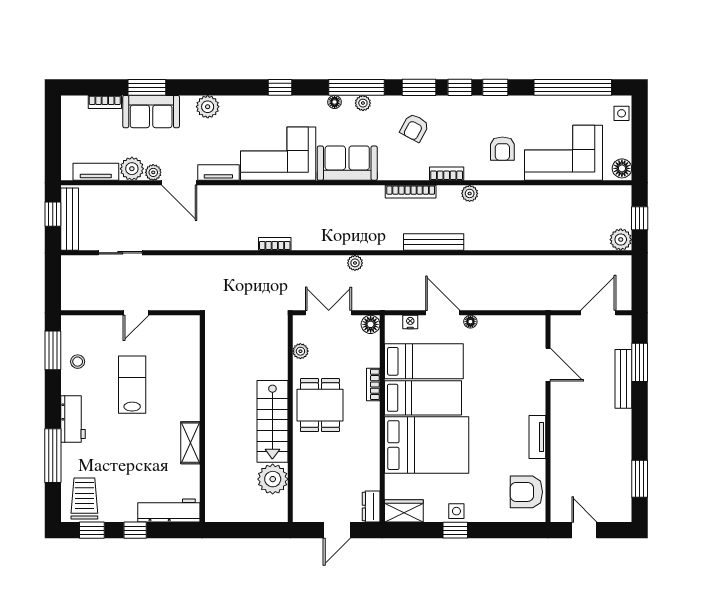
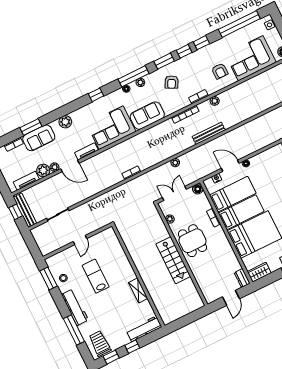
workbench: (73, 419) -> (75, 307), width x1.38
plant: (273, 479) -> (187, 288), removed

